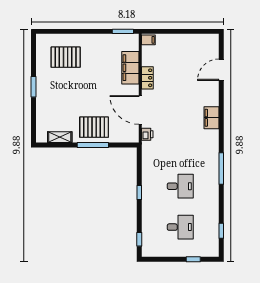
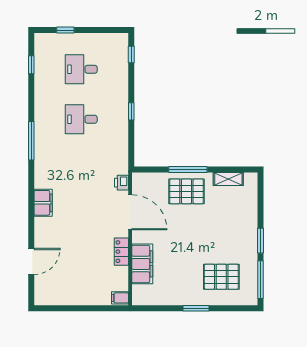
window: (123, 31) -> (196, 308), moved
window: (33, 55) -> (261, 280), added

